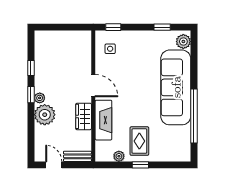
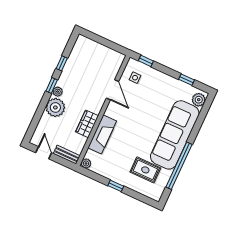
door: (93, 86) -> (112, 90), moved
rug: (139, 141) -> (145, 170), moved, turned 90
plant: (119, 156) -> (86, 163), moved

